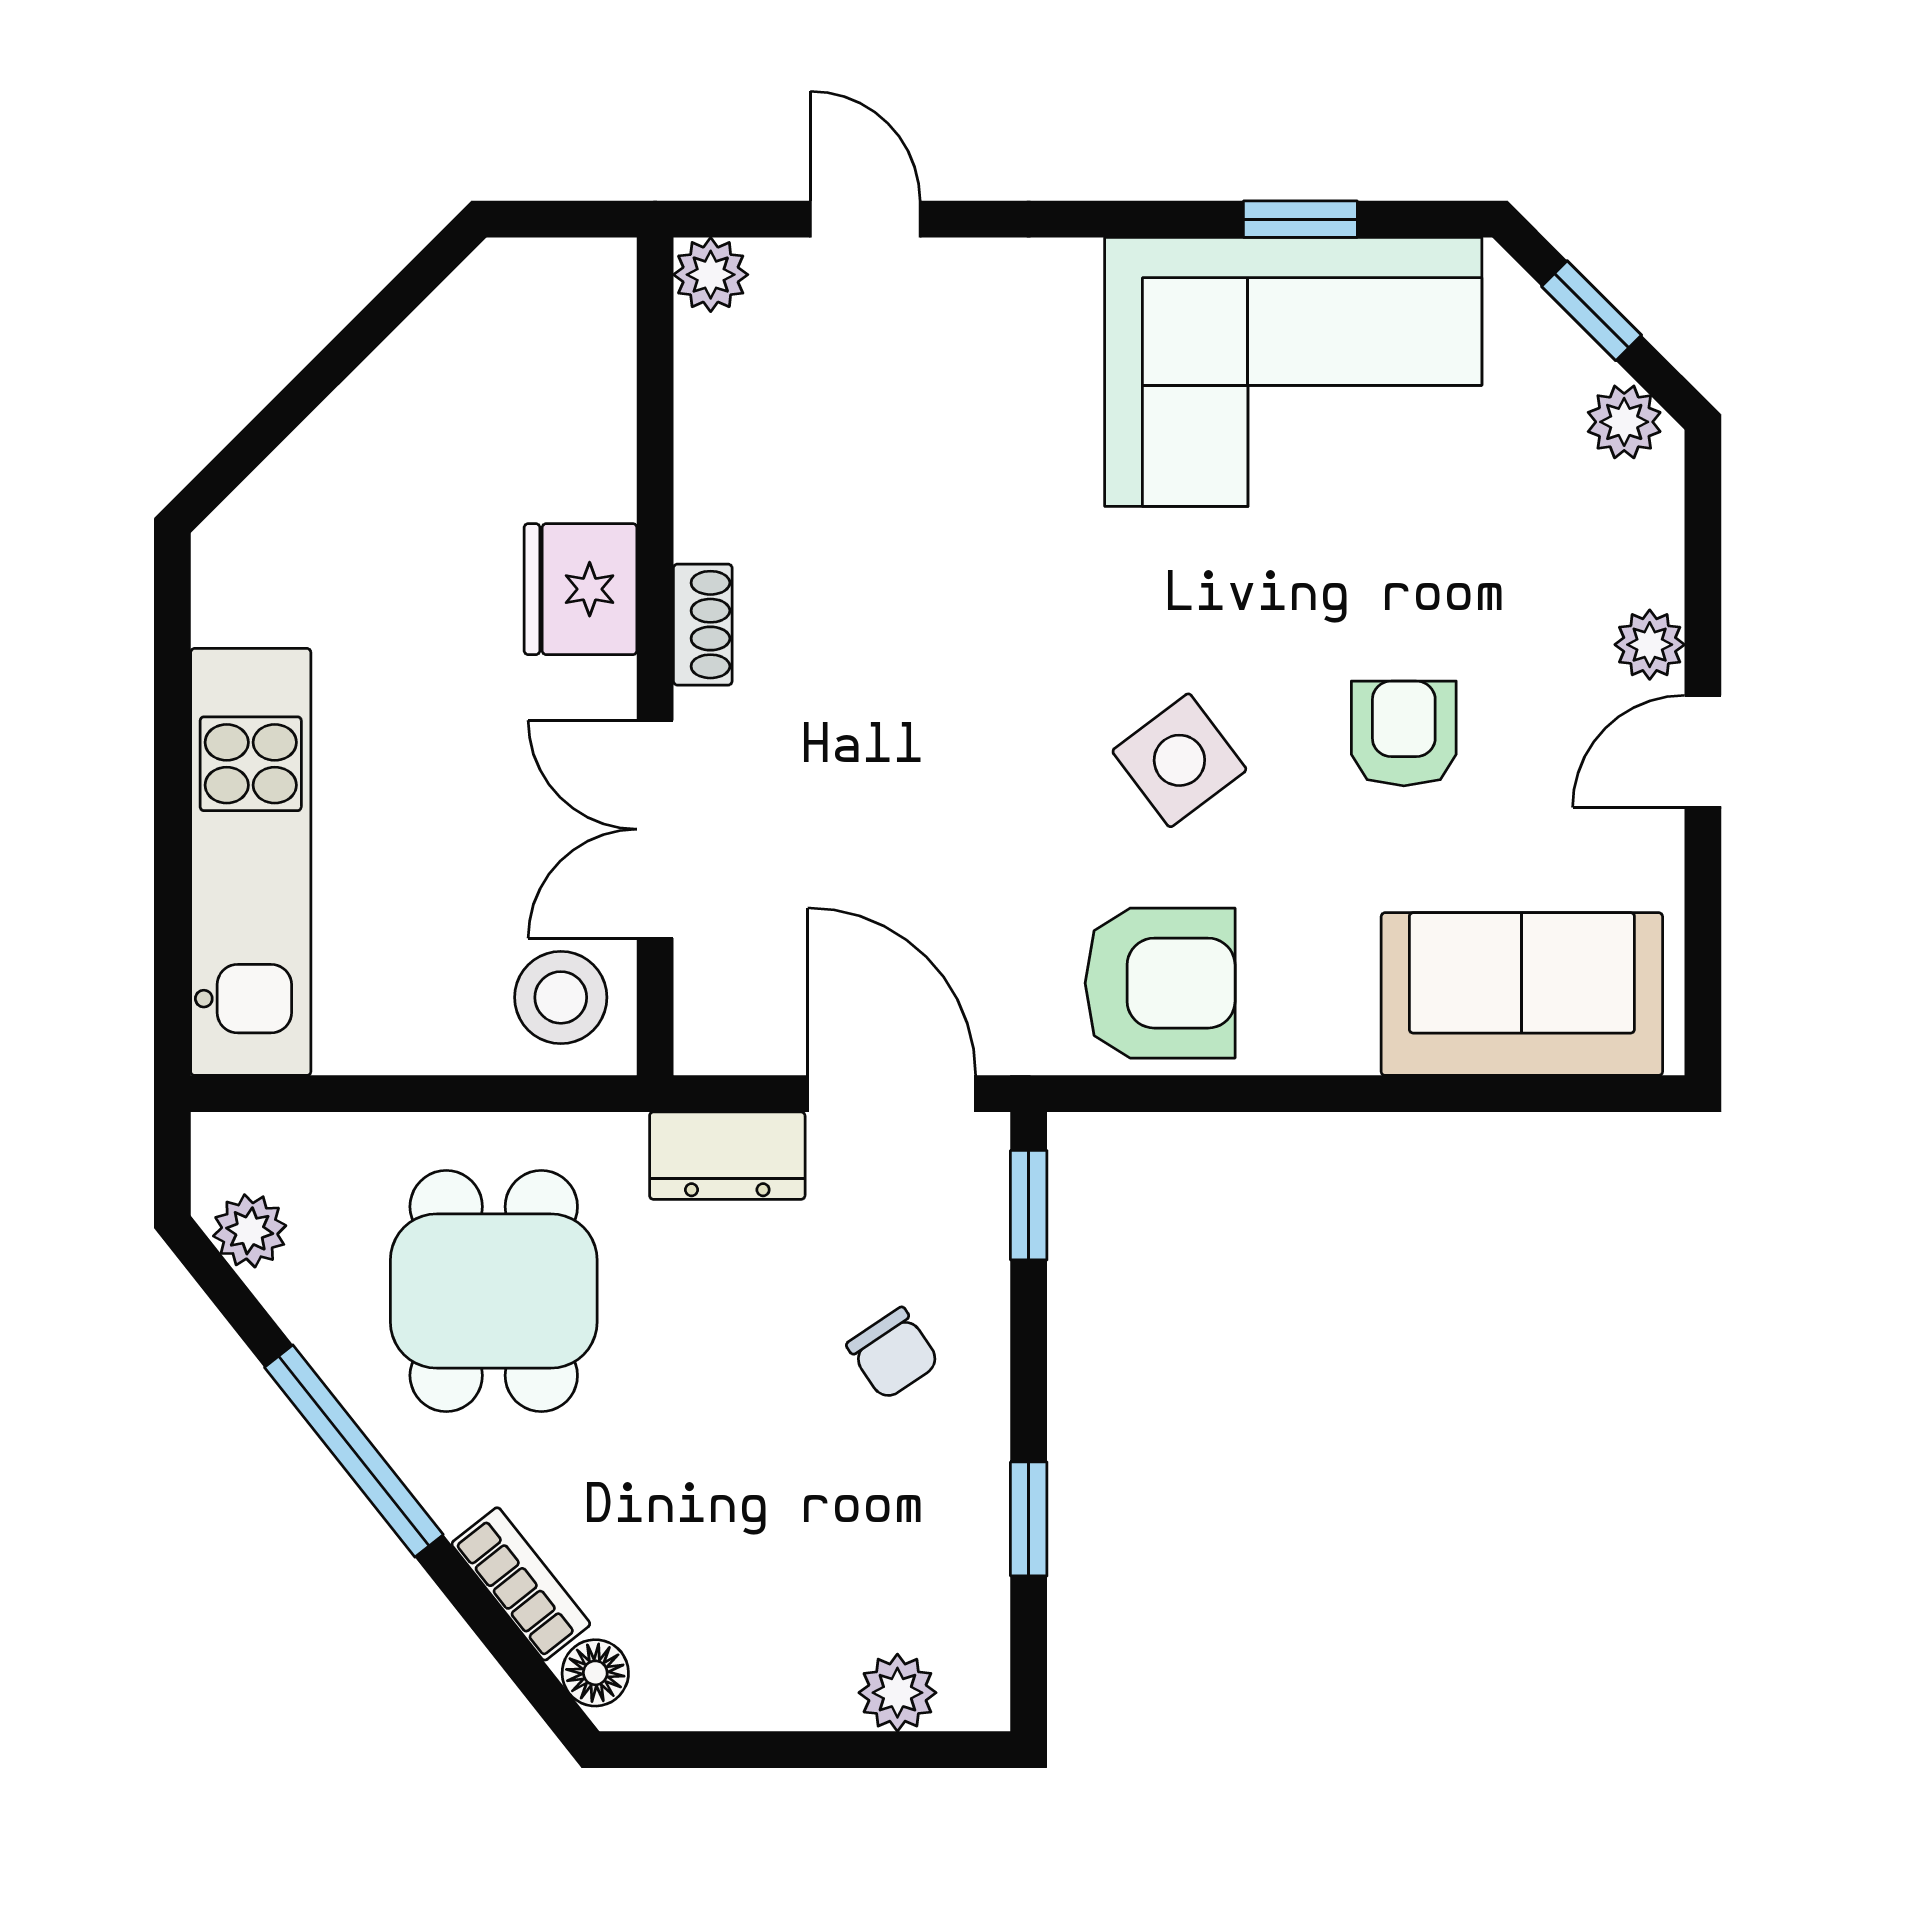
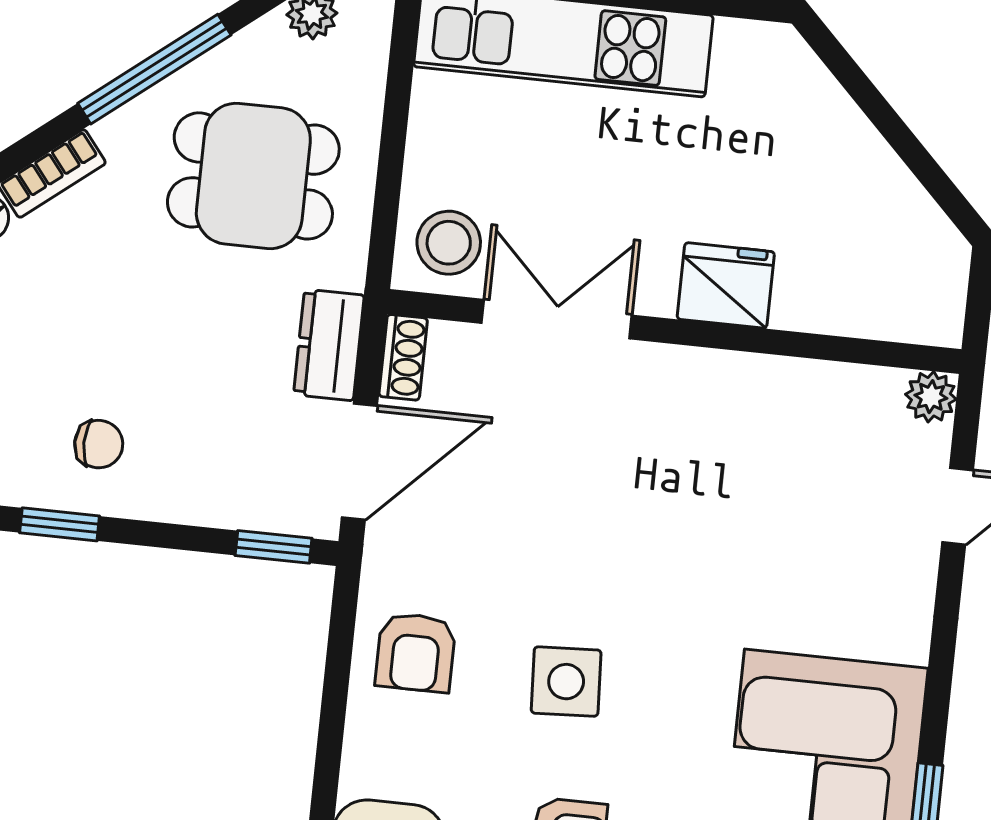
shoe rack: (703, 625) -> (403, 357), moved, turned -90
side table: (1179, 760) -> (566, 682), turned 34
armchair: (1160, 983) -> (416, 652), width x0.72, depth x0.72
chair: (893, 1354) -> (99, 444), moved, turned -146

